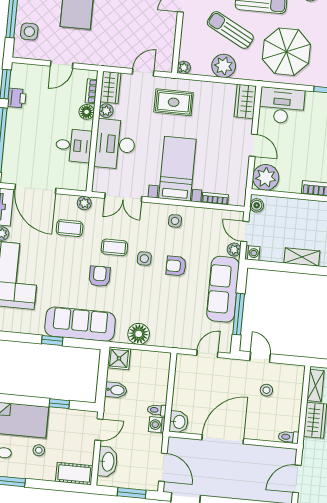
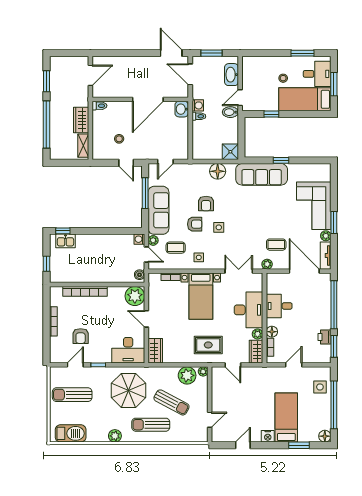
plant: (224, 66) -> (187, 375), moved
door: (143, 72) -> (233, 365), hinge flipped
coffee table: (114, 247) -> (176, 248), moved
shelving: (302, 257) -> (102, 240), removed
armchair: (100, 276) -> (206, 204), moved
bidet: (116, 390) -> (230, 112), moved
cot: (74, 474) -> (255, 63), removed

